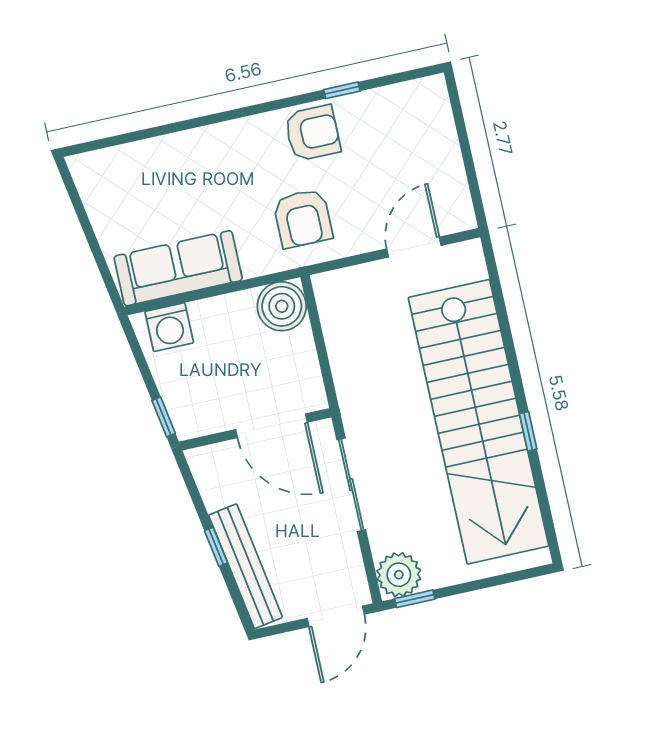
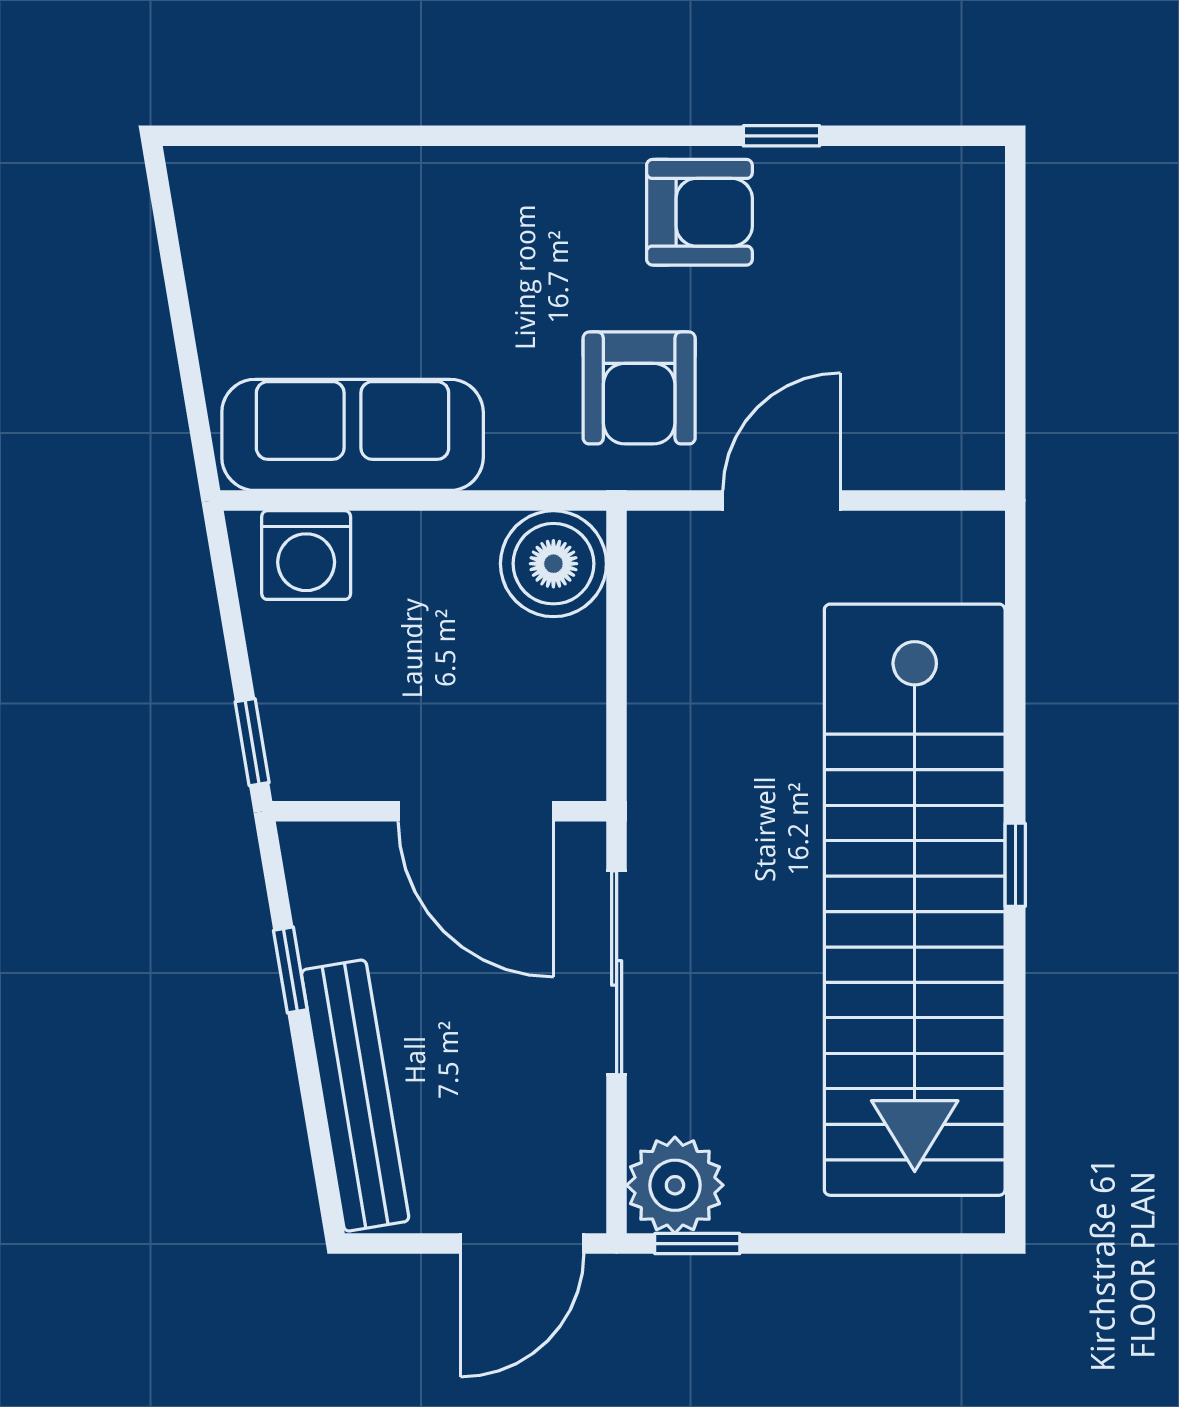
door: (414, 247) -> (782, 501), moved
window: (528, 431) -> (1015, 865), moved
window: (216, 547) -> (290, 970), moved

